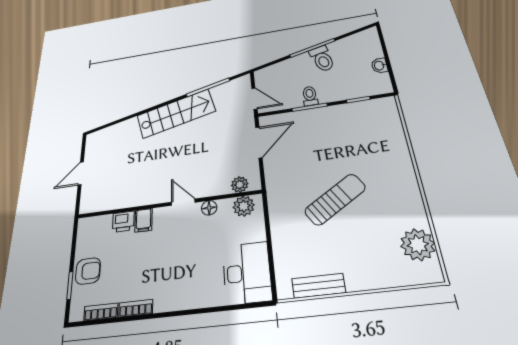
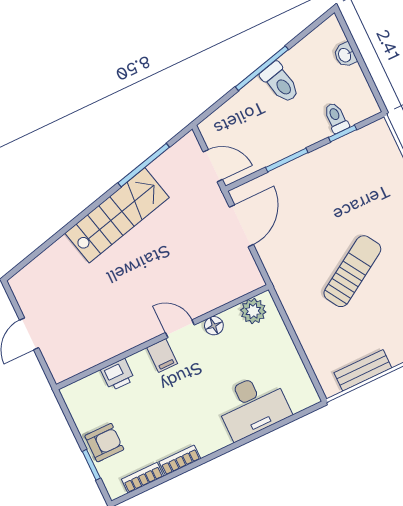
washbasin: (379, 66) -> (345, 55), moved
toilet: (310, 96) -> (336, 118), moved
plant: (240, 185) -> (239, 287), removed
filing cabinet: (144, 220) -> (162, 355), moved
desk: (247, 273) -> (253, 406), moved, turned 90

